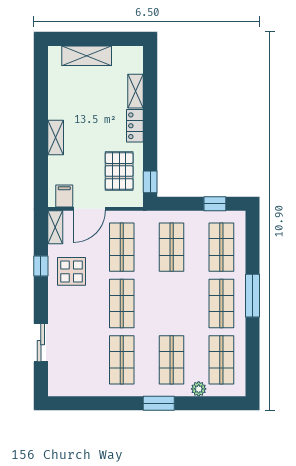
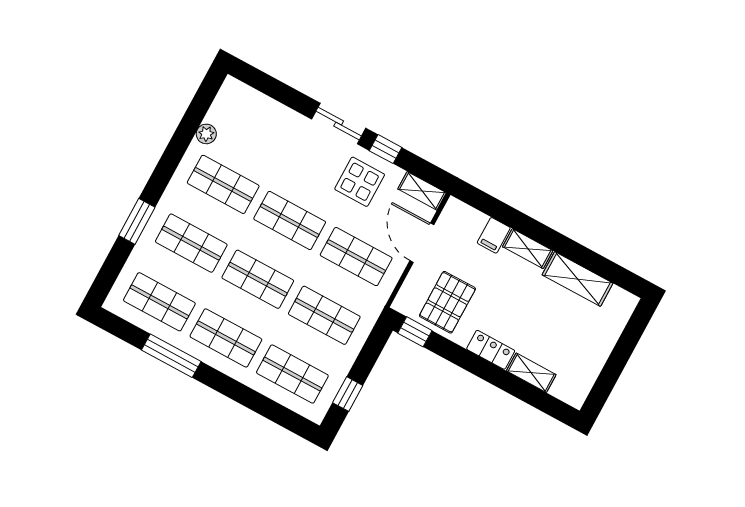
shelving: (87, 56) -> (578, 279), moved, turned 90
pallet: (119, 171) -> (447, 302), turned 90
filing cabinet: (64, 196) -> (494, 235), moved, turned 90
window: (252, 296) -> (171, 356), moved
shop shelf: (172, 303) -> (258, 279), added
sliding door: (41, 343) -> (339, 124), moved
plant: (199, 389) -> (206, 134), moved
window: (159, 403) -> (137, 221), moved

